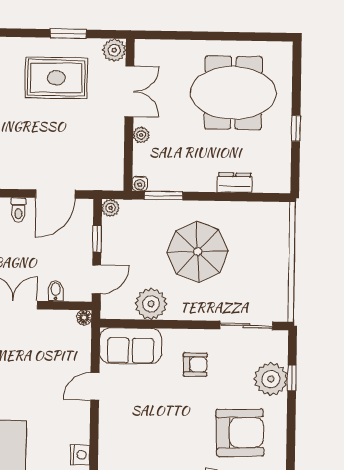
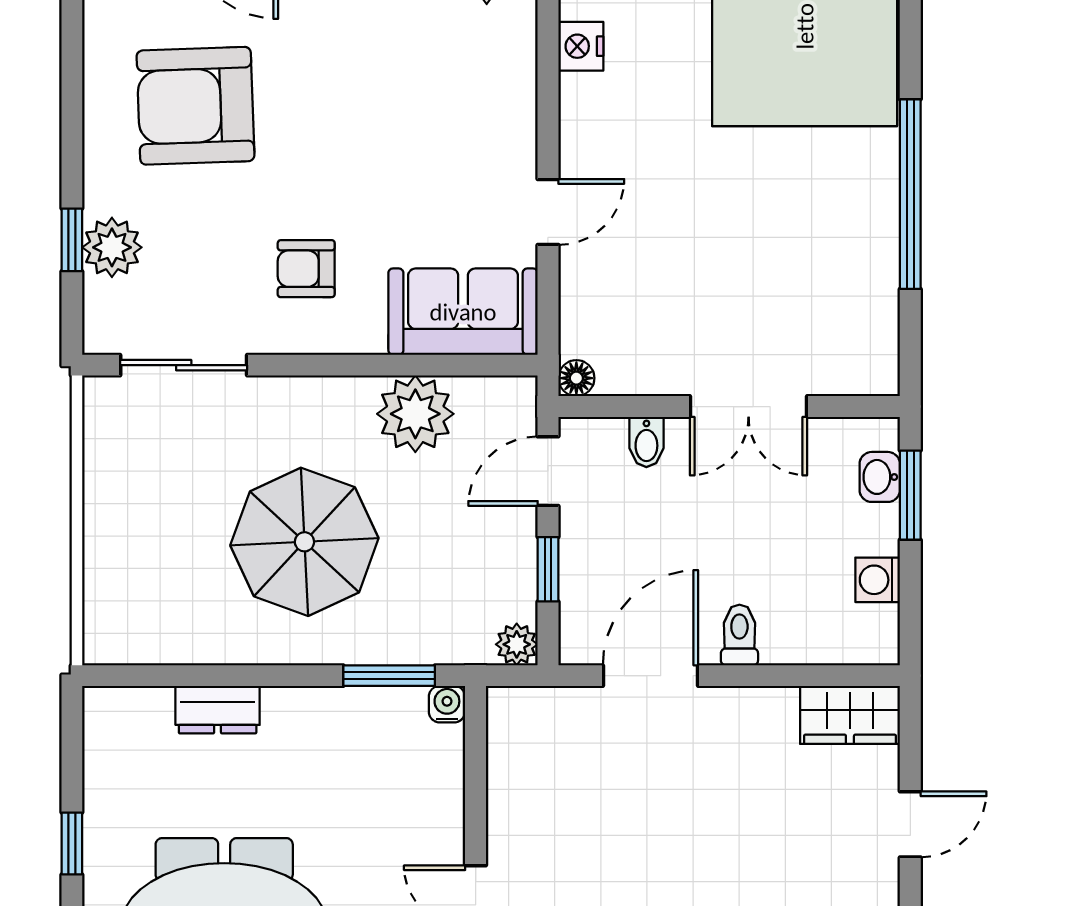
plant: (141, 135) -> (445, 822), removed
plant: (271, 379) -> (112, 247), width x0.73, depth x0.73

